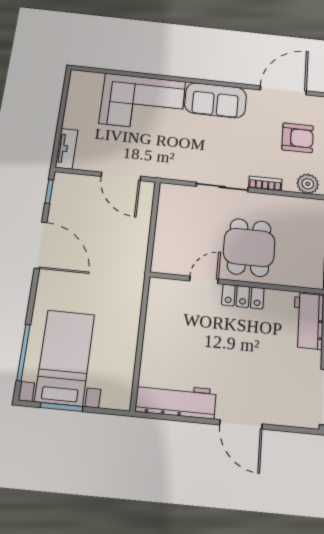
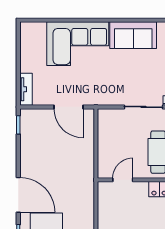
door: (41, 245) -> (18, 195), moved
door: (204, 280) -> (123, 180), moved

